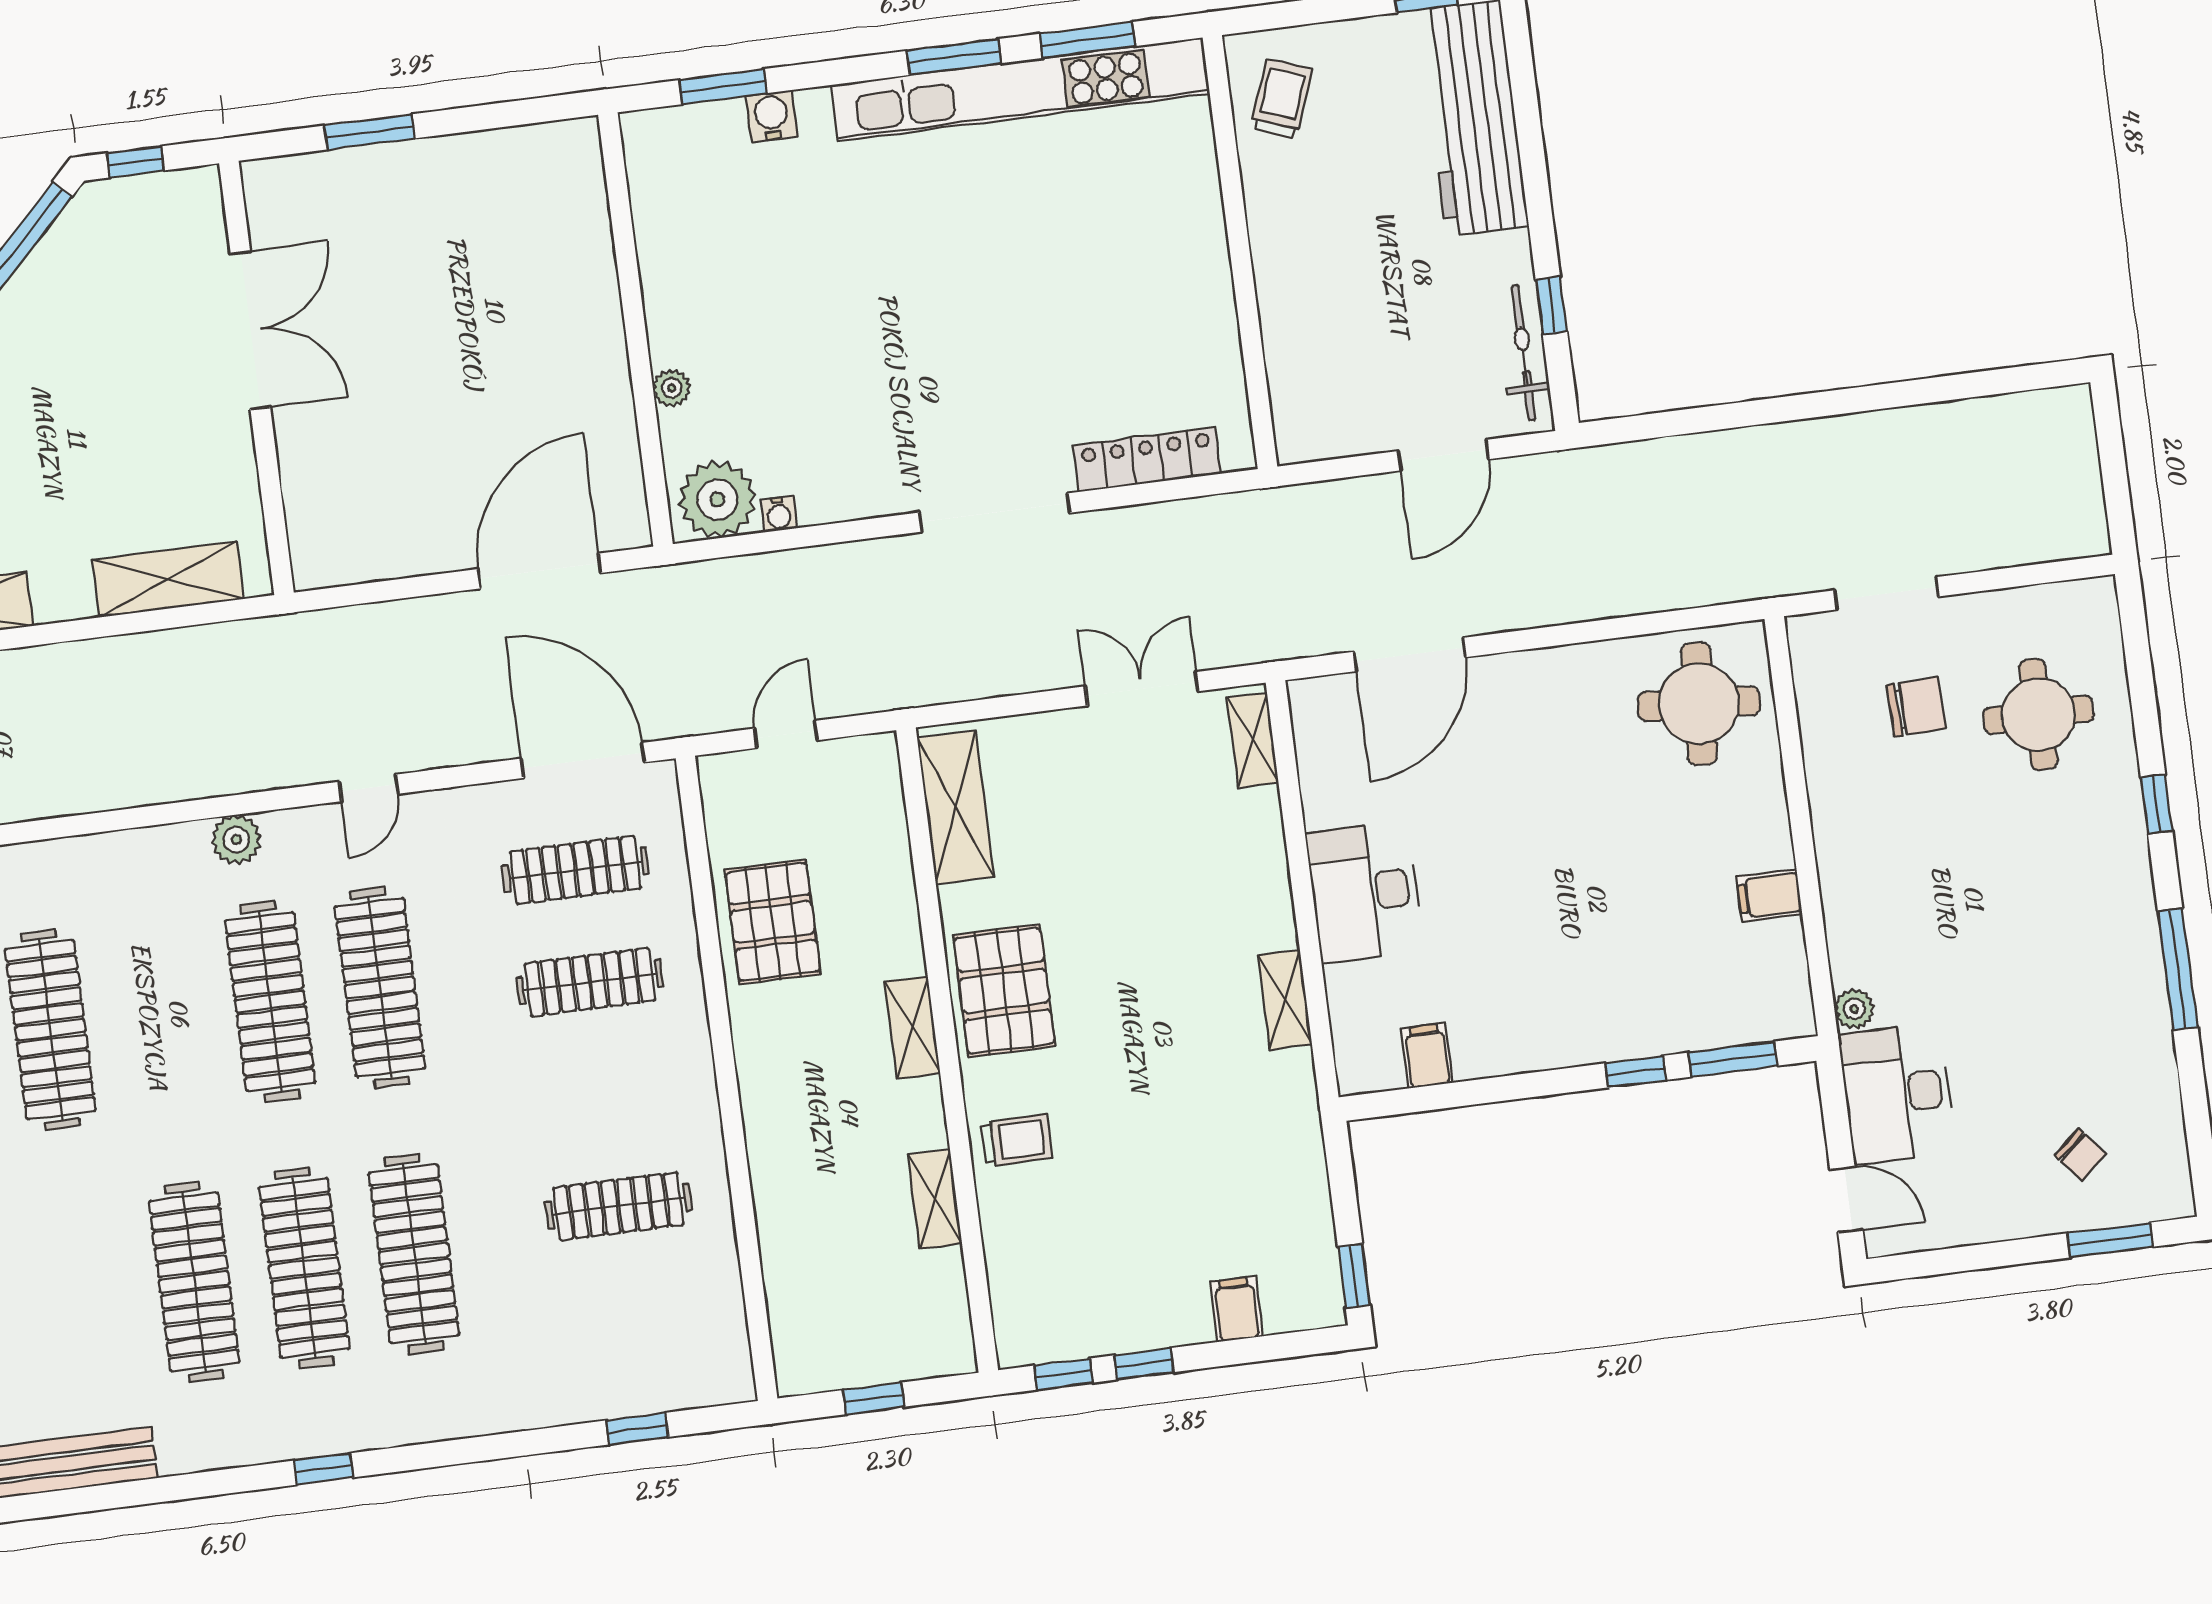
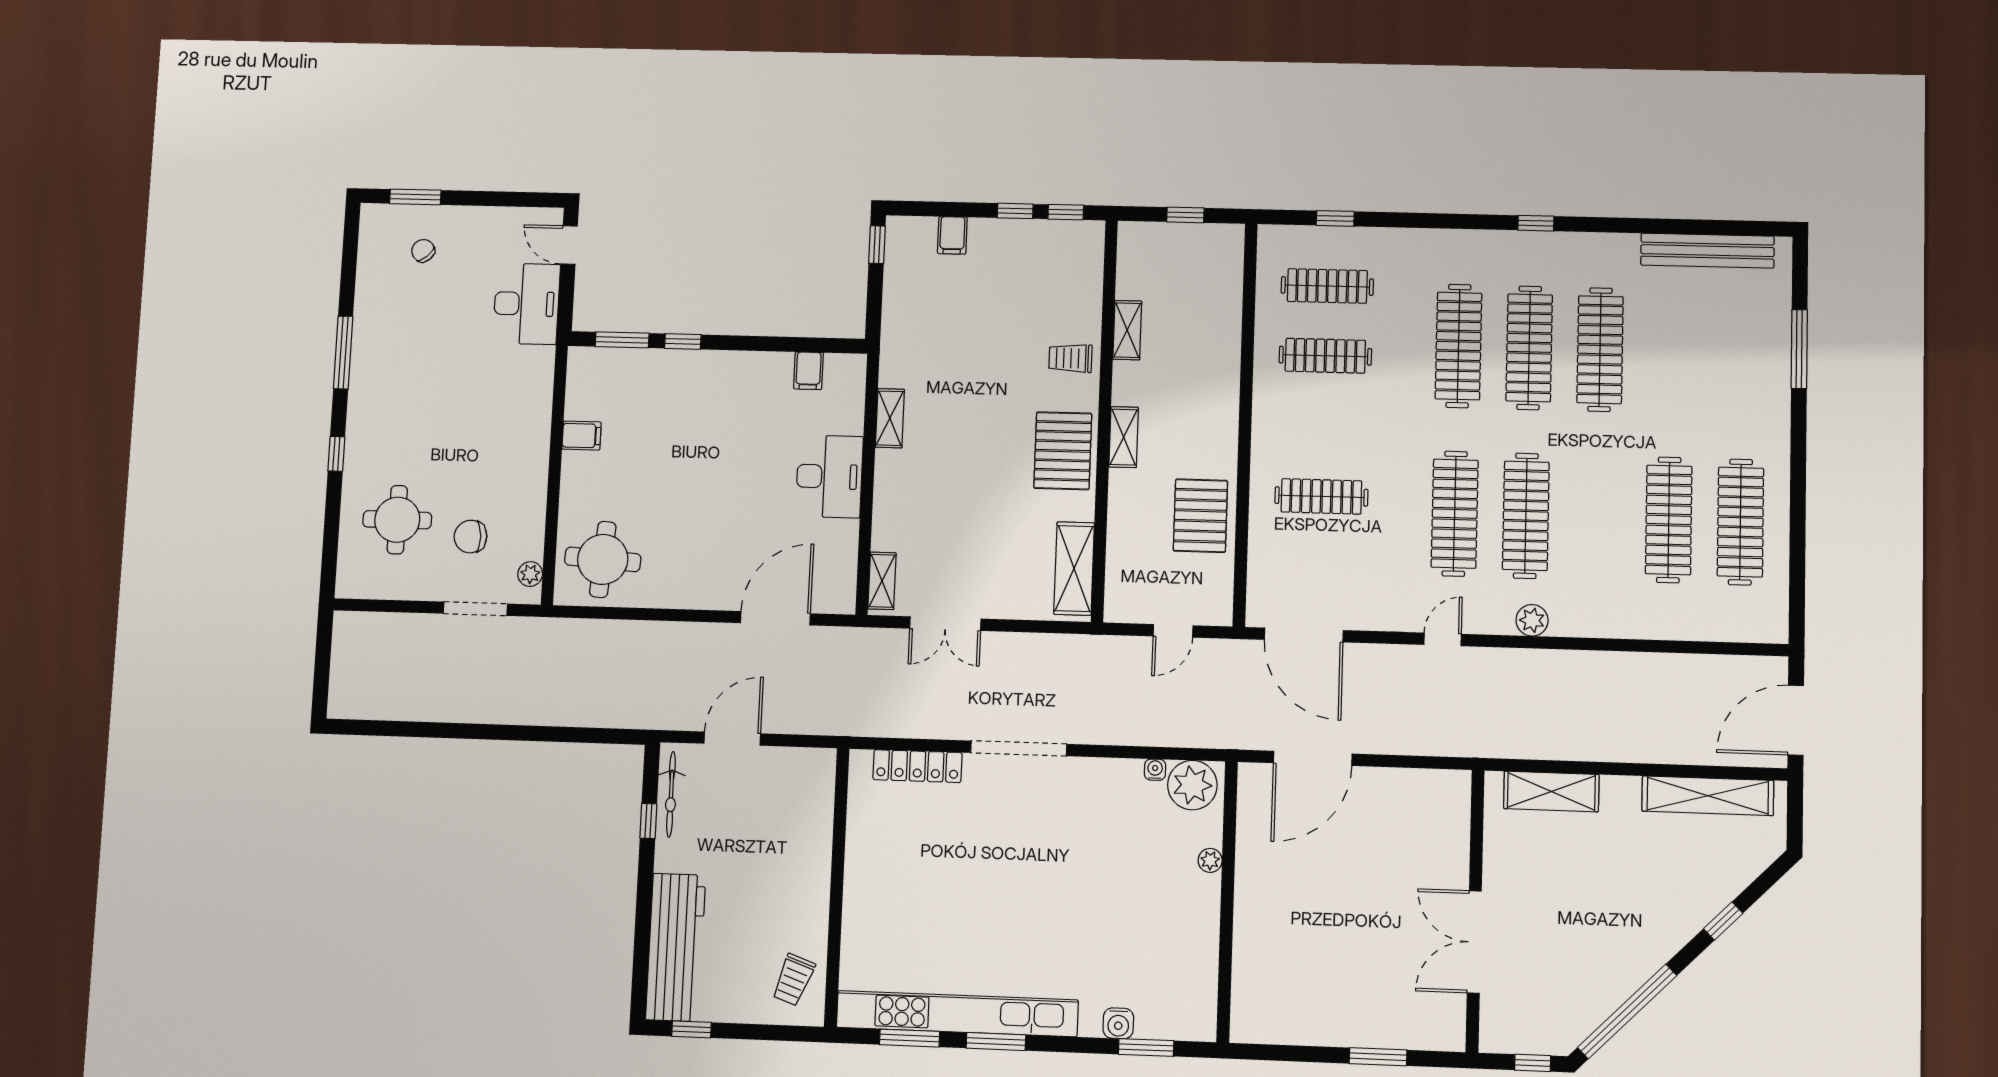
clothes rail: (575, 870) -> (1327, 286), moved
plant: (1854, 1009) -> (530, 574), moved

